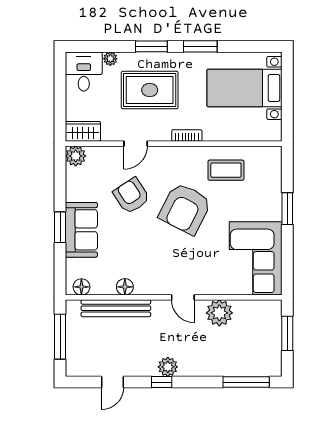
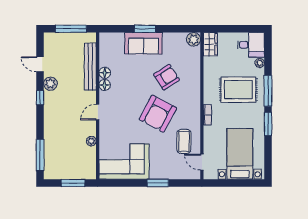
window: (151, 46) -> (268, 91), width x1.44
rug: (150, 90) -> (238, 90), turned 90
door: (136, 144) -> (202, 162), moved
armchair: (185, 209) -> (158, 114), turned -89
floor lamp: (81, 287) -> (105, 85), moved
plant: (219, 313) -> (91, 141), width x0.53, depth x0.53
plant: (168, 367) -> (50, 84), moved

